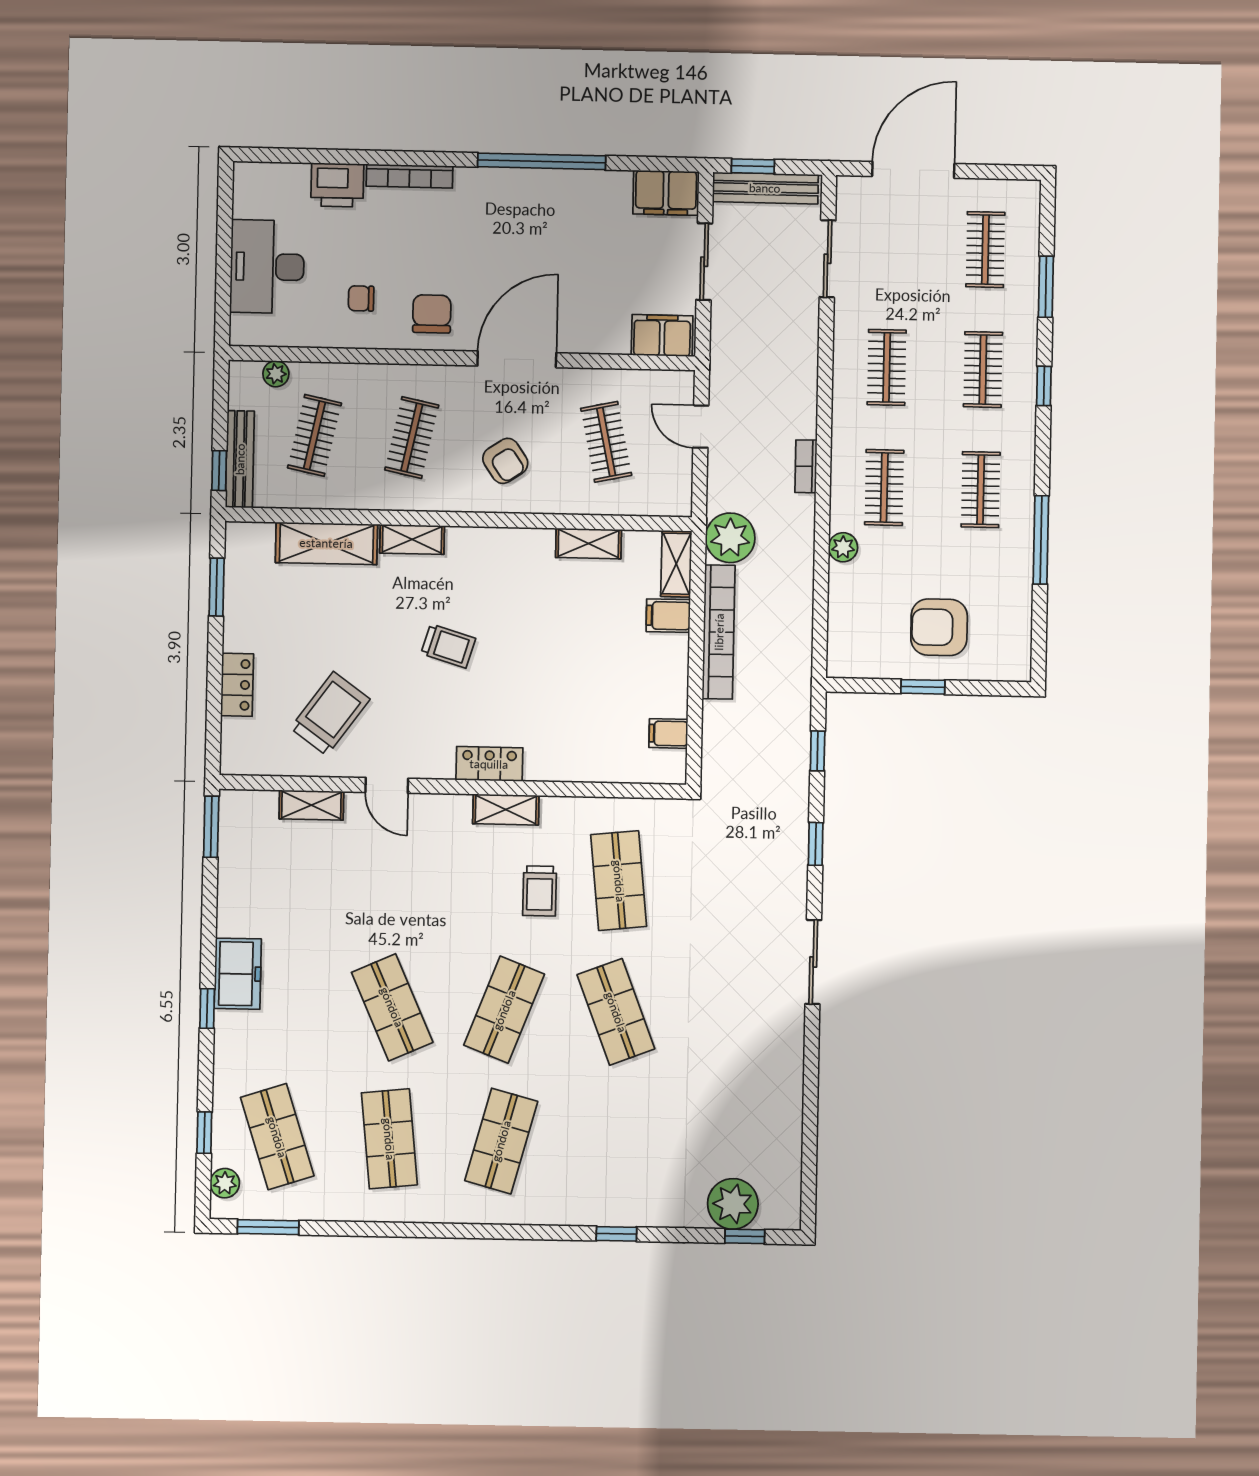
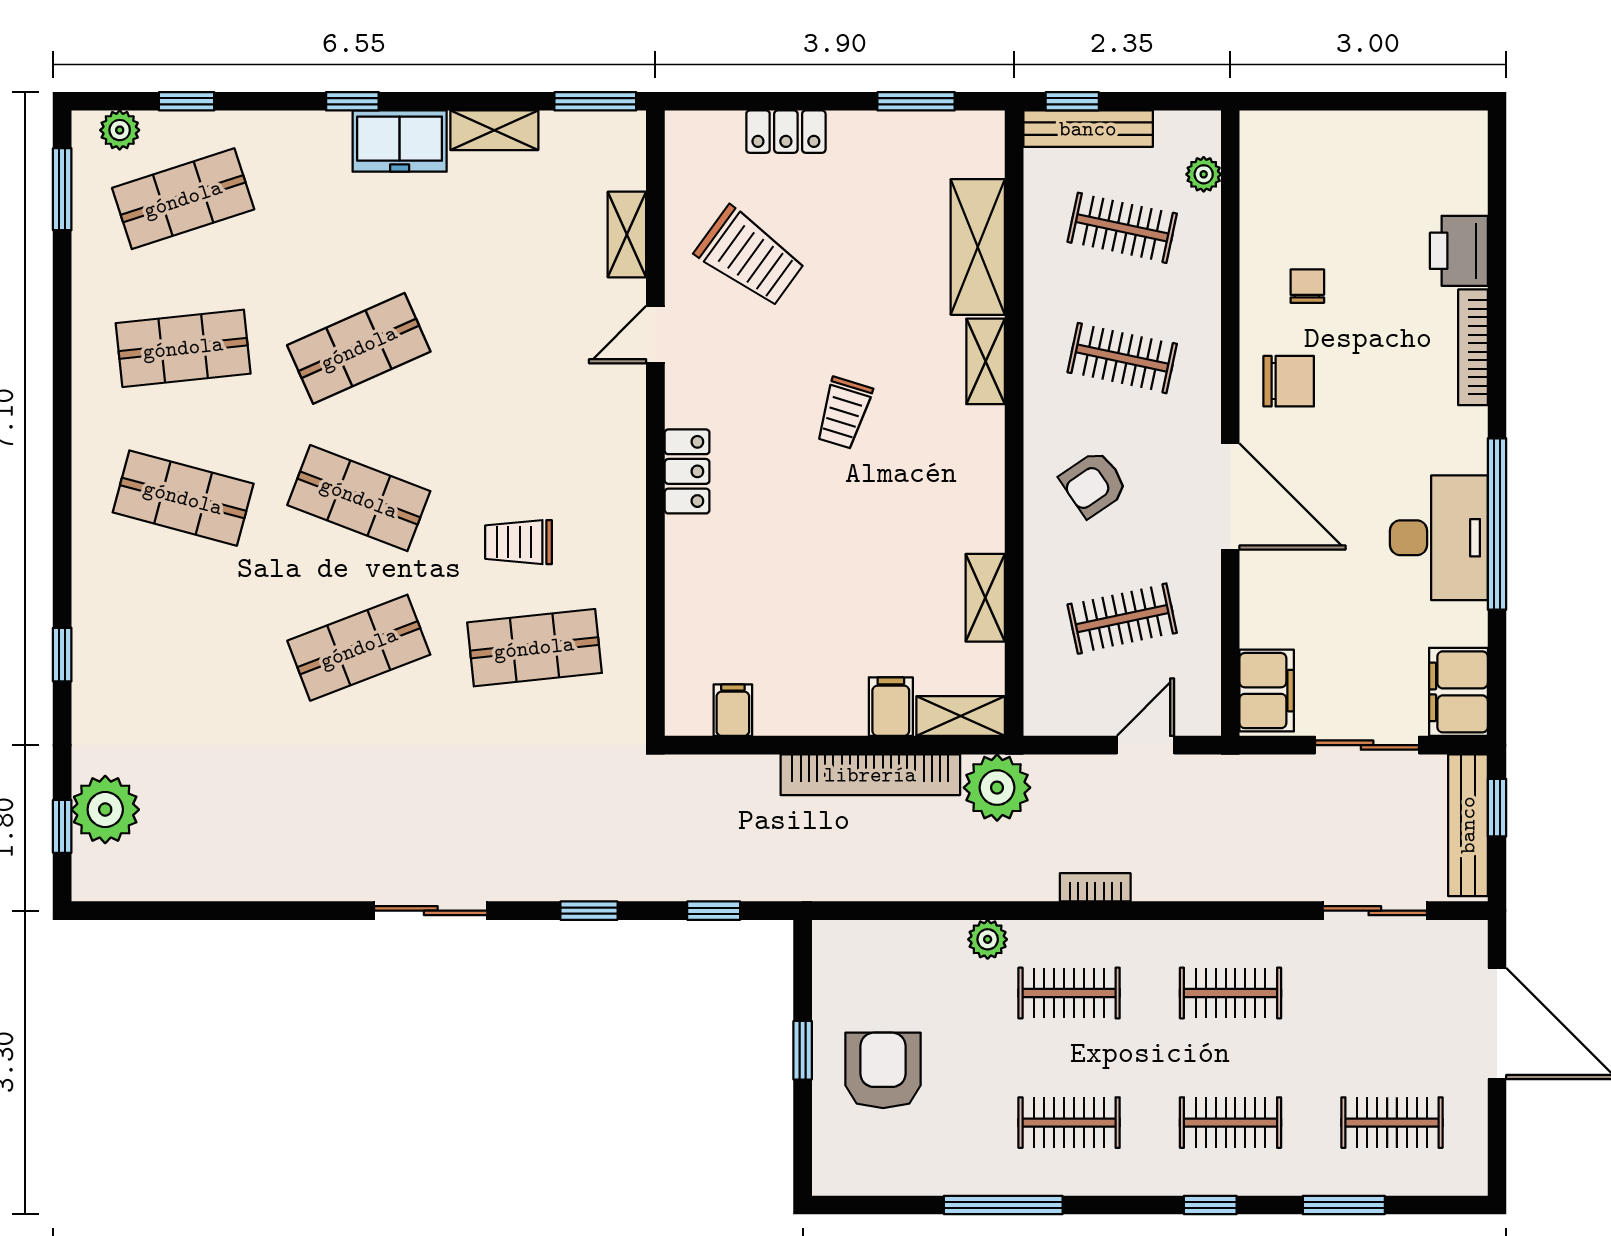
desk: (267, 267) -> (1439, 538), moved, turned 90
shelving: (506, 810) -> (494, 130), moved, turned 90

